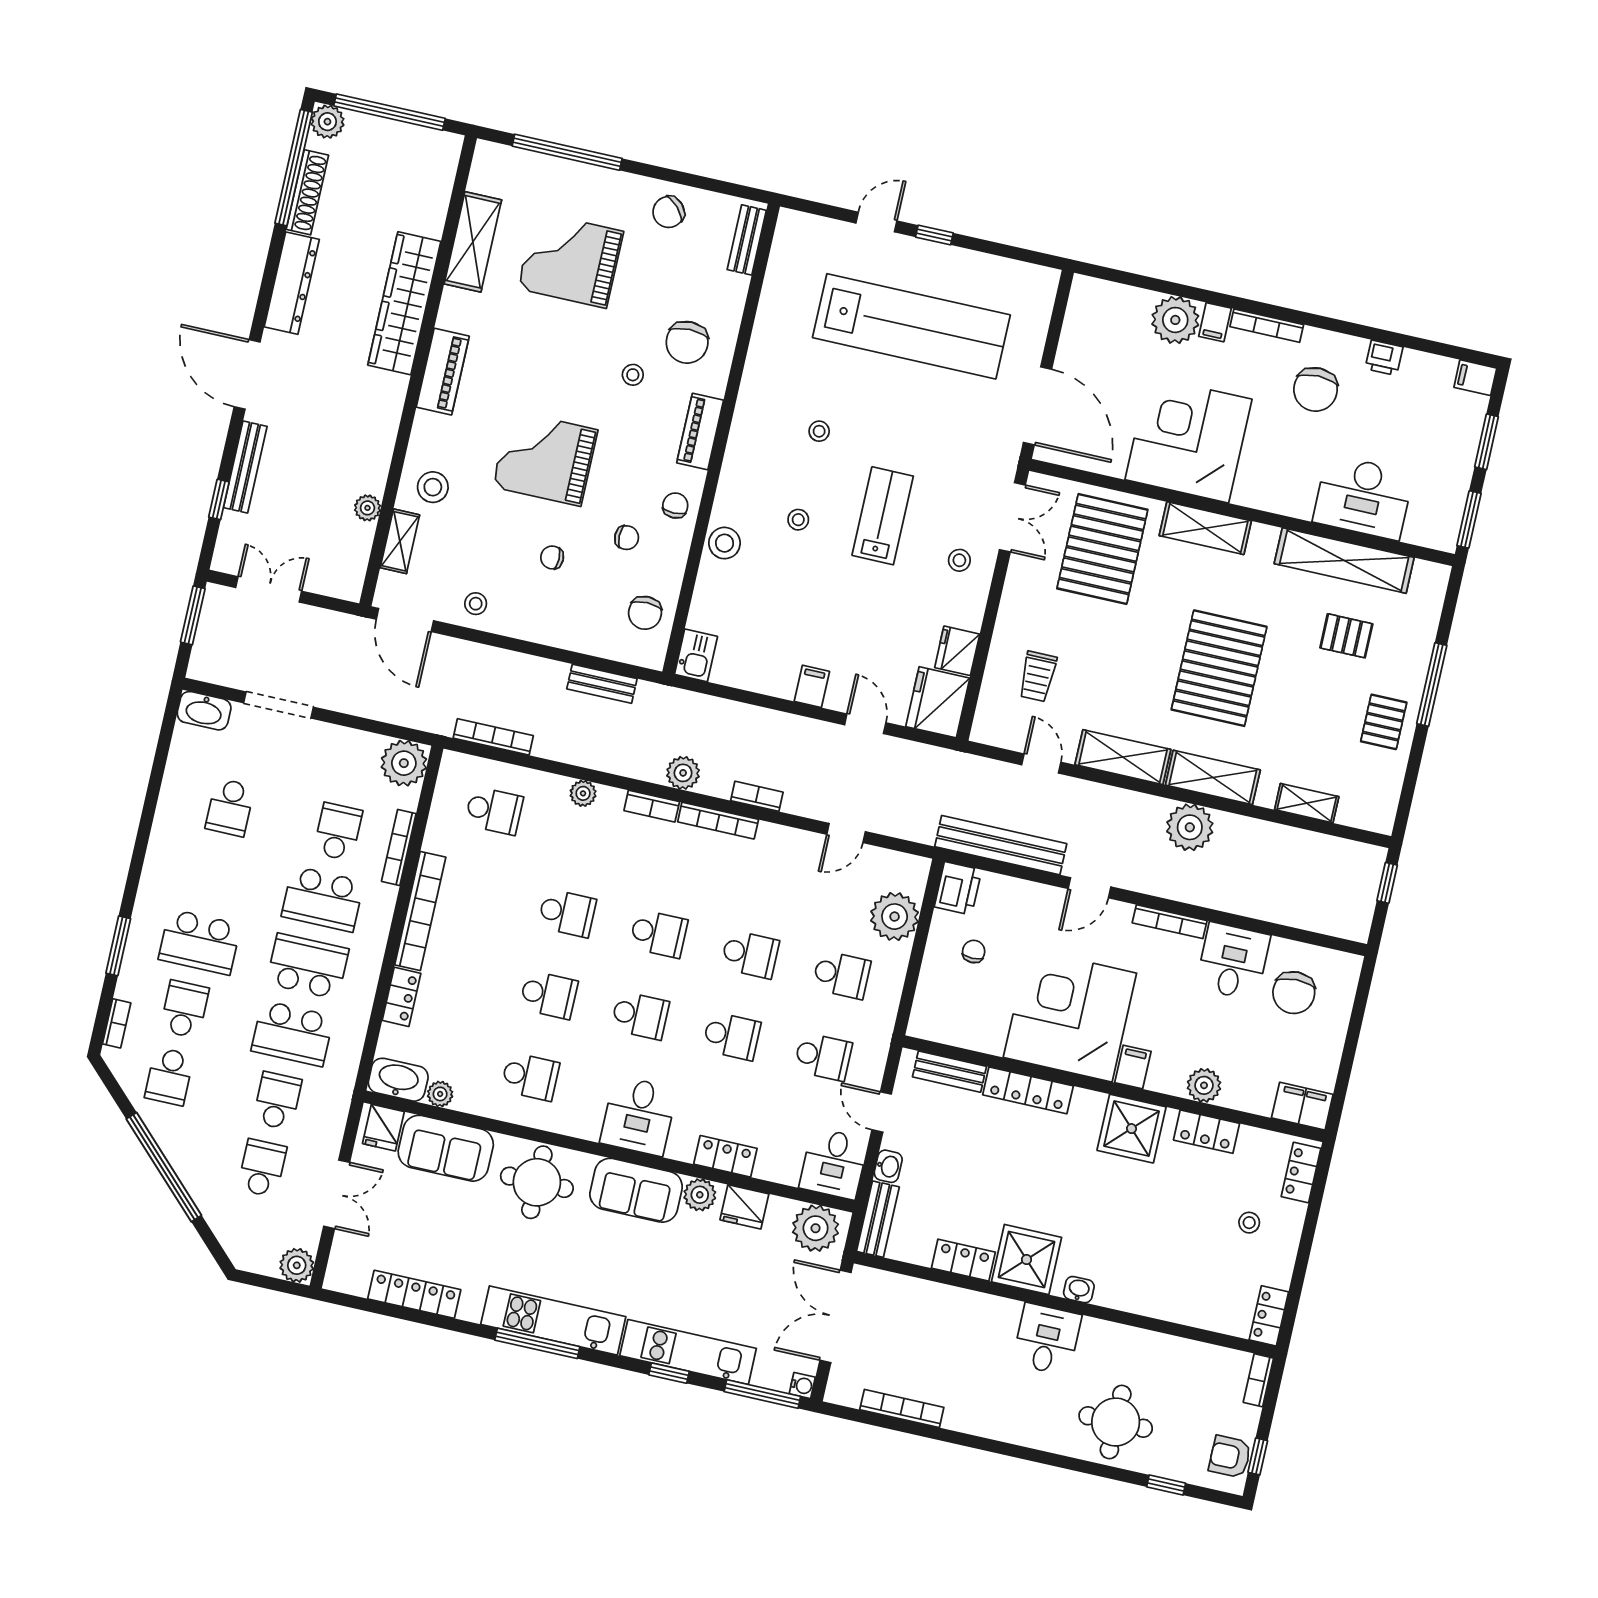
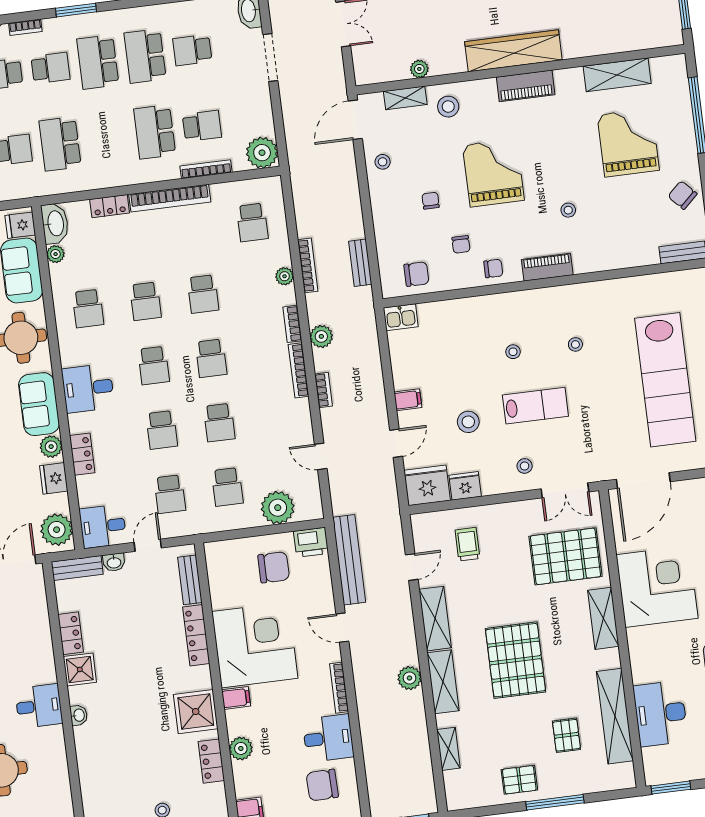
wardrobe: (404, 303) -> (513, 51), moved
chair: (687, 342) -> (602, 238), removed
stool: (724, 543) -> (468, 422), moved
chair: (645, 613) -> (416, 274), turned 180
pallet: (1219, 668) -> (516, 660), turned 90
trolley: (1038, 676) -> (467, 544), turned 90
bookcase: (493, 737) -> (308, 265), moved
plant: (1190, 827) -> (409, 678), width x0.73, depth x0.73
chair: (974, 951) -> (274, 567), width x1.87, depth x1.87
school desk: (308, 966) -> (145, 56), moved, turned 180
shower: (1027, 1260) -> (80, 669), width x0.73, depth x0.73

